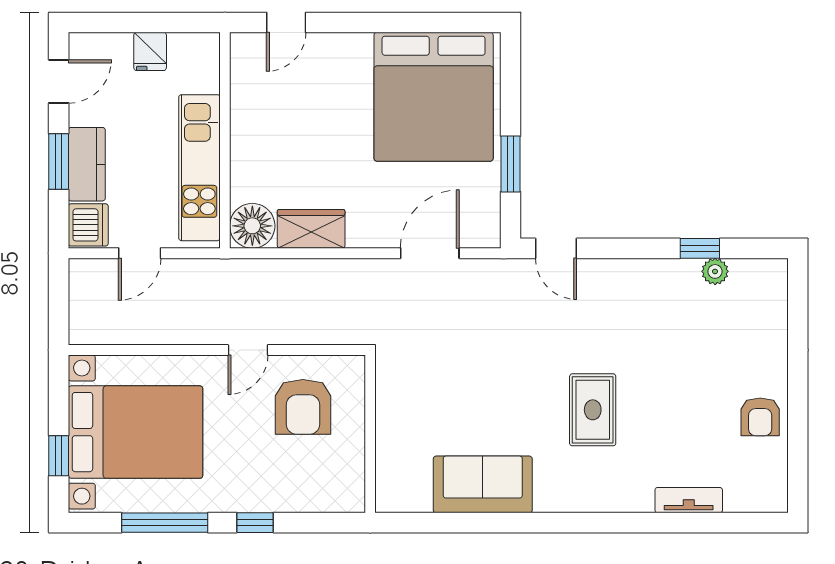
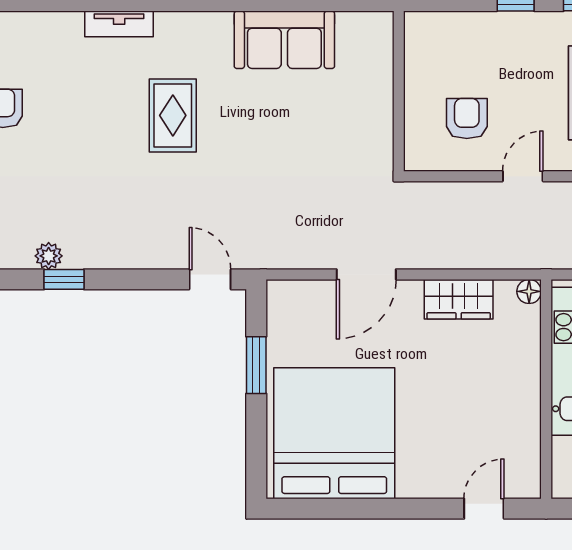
floor lamp: (252, 226) -> (529, 291), width x0.53, depth x0.53
door: (430, 253) -> (366, 274), moved
armchair: (303, 407) -> (467, 119), width x0.72, depth x0.72
tv unit: (689, 500) -> (119, 24), moved

